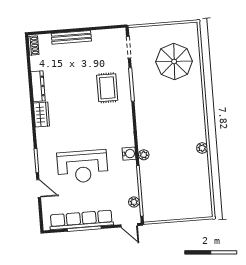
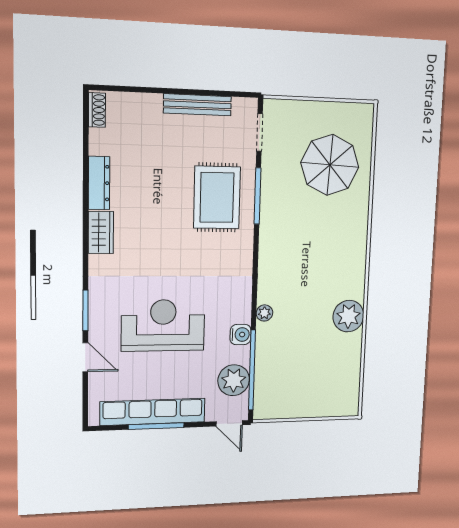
bench: (71, 37) -> (197, 105), moved
rug: (107, 88) -> (217, 198), width x1.36, depth x1.43
plant: (202, 148) -> (348, 316), width x1.87, depth x1.87
water cooler: (129, 154) -> (241, 335), moved
reception desk: (83, 167) -> (163, 325), turned 180
plant: (134, 202) -> (234, 380), width x1.88, depth x1.88

